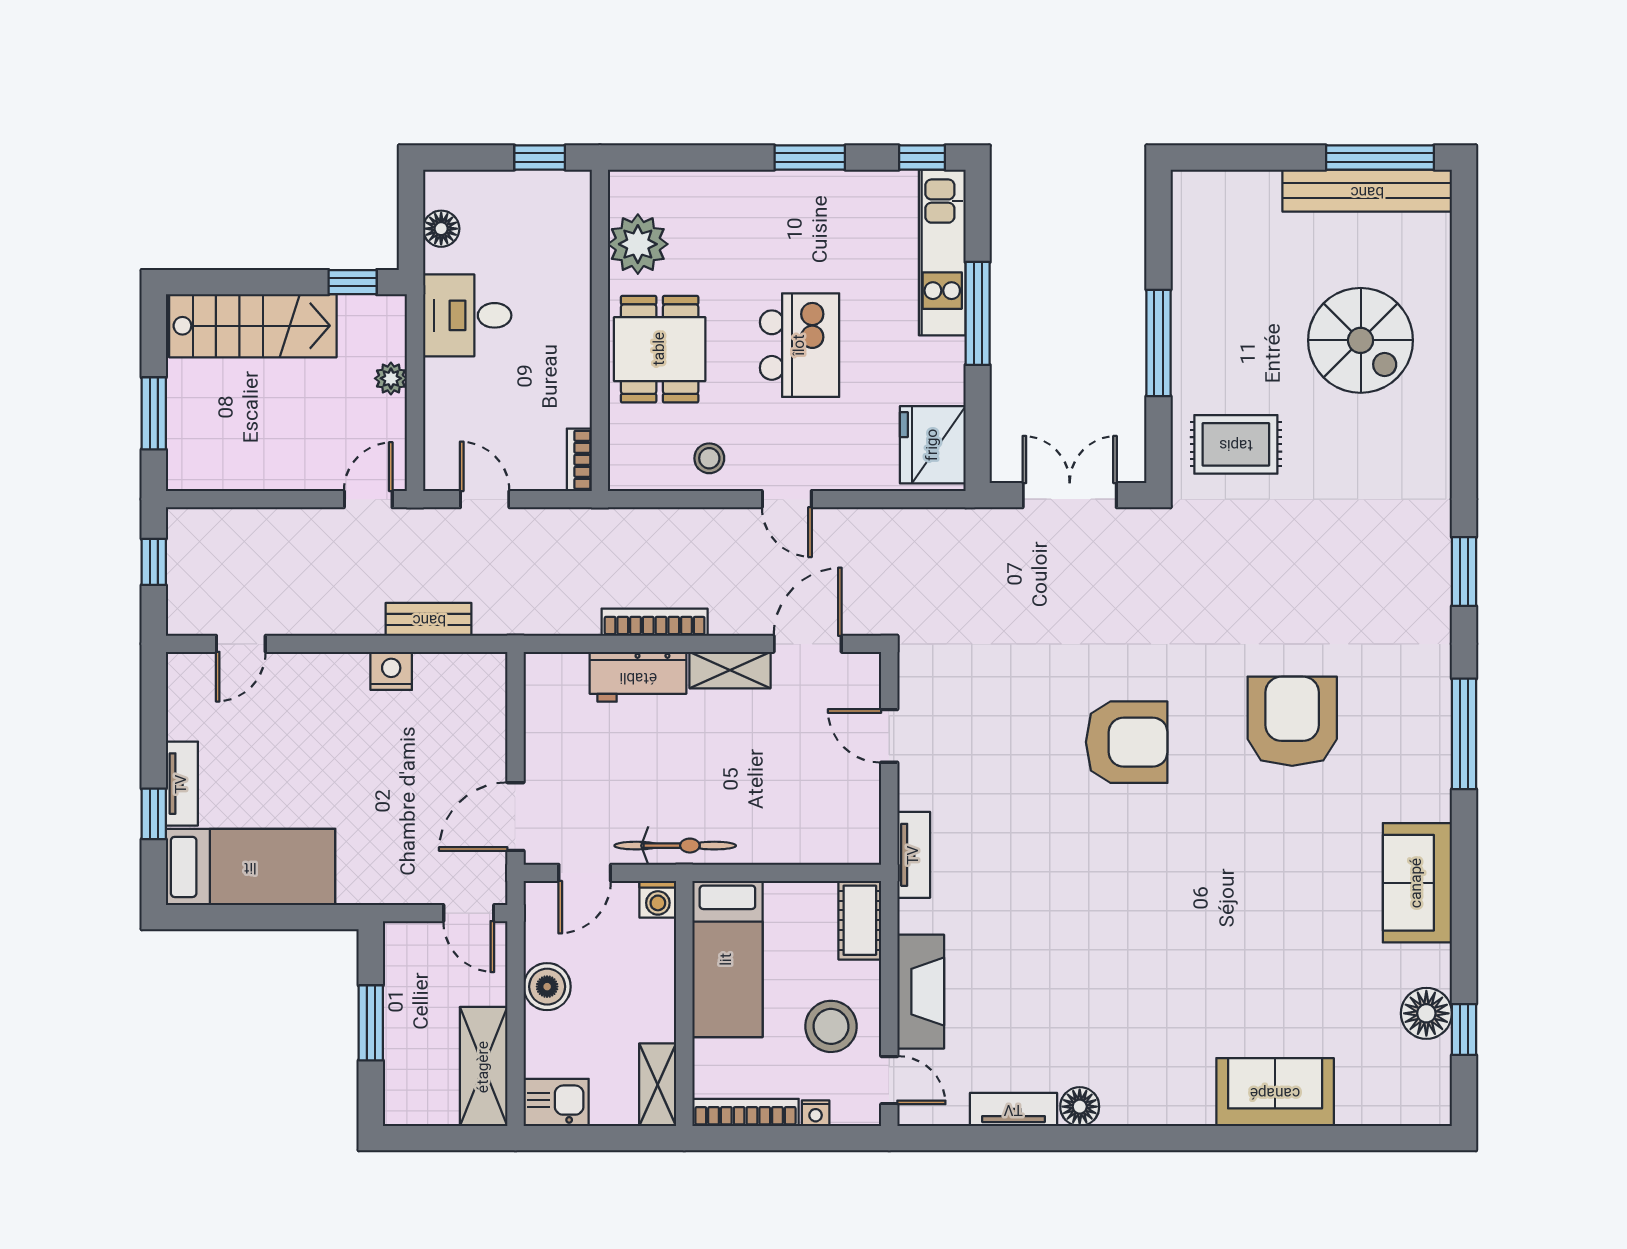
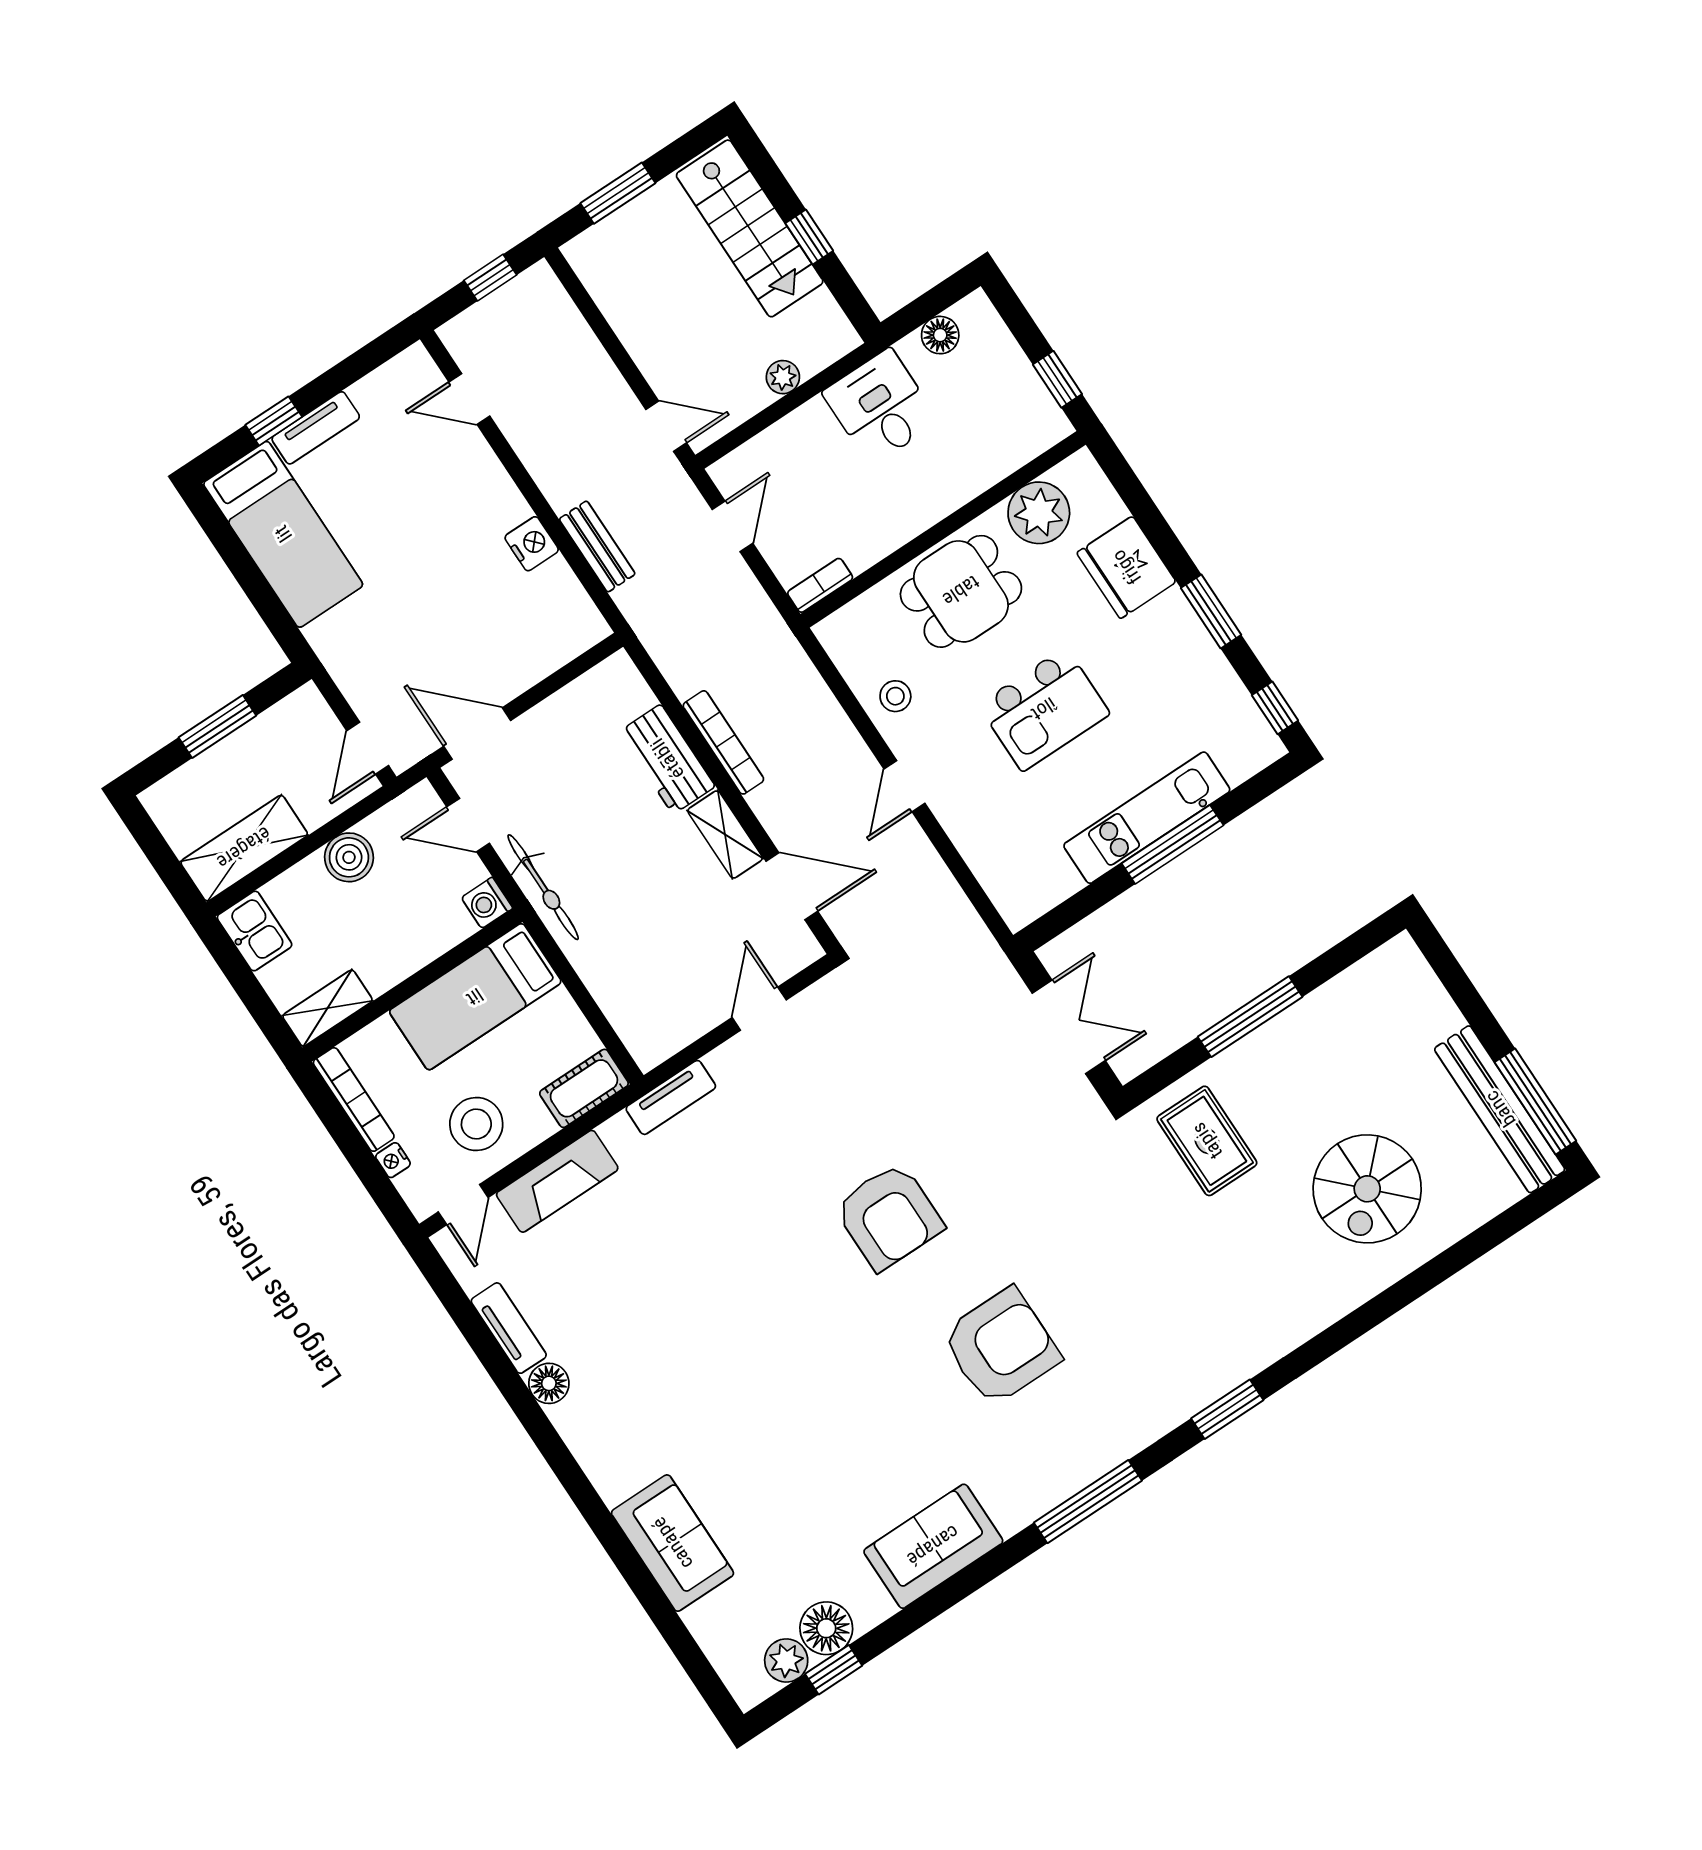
kitchen unit: (942, 252) -> (1147, 818), moved
window: (353, 282) -> (809, 237), moved
fridge: (933, 445) -> (1126, 567), moved, turned -90
plant: (1431, 1063) -> (786, 1660), added

